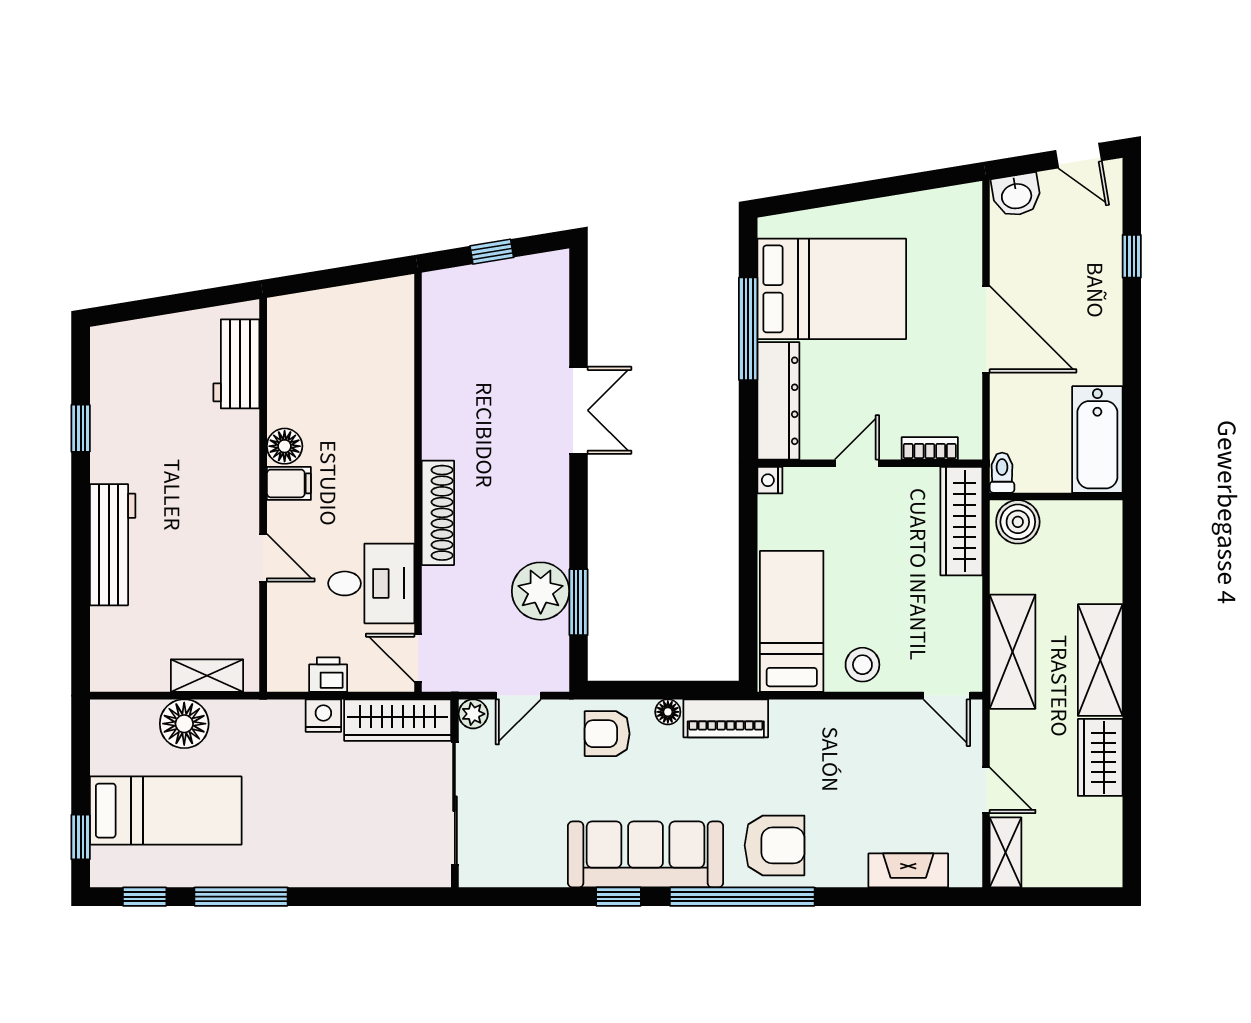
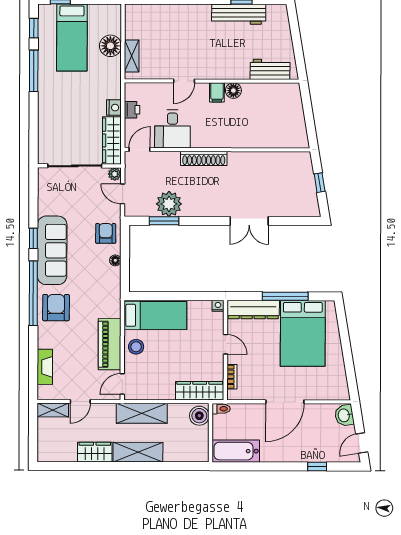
workbench: (113, 545) -> (239, 14), moved
piano: (726, 718) -> (110, 344), moved, width x1.37, depth x1.33
armchair: (775, 845) -> (56, 308), turned 180

